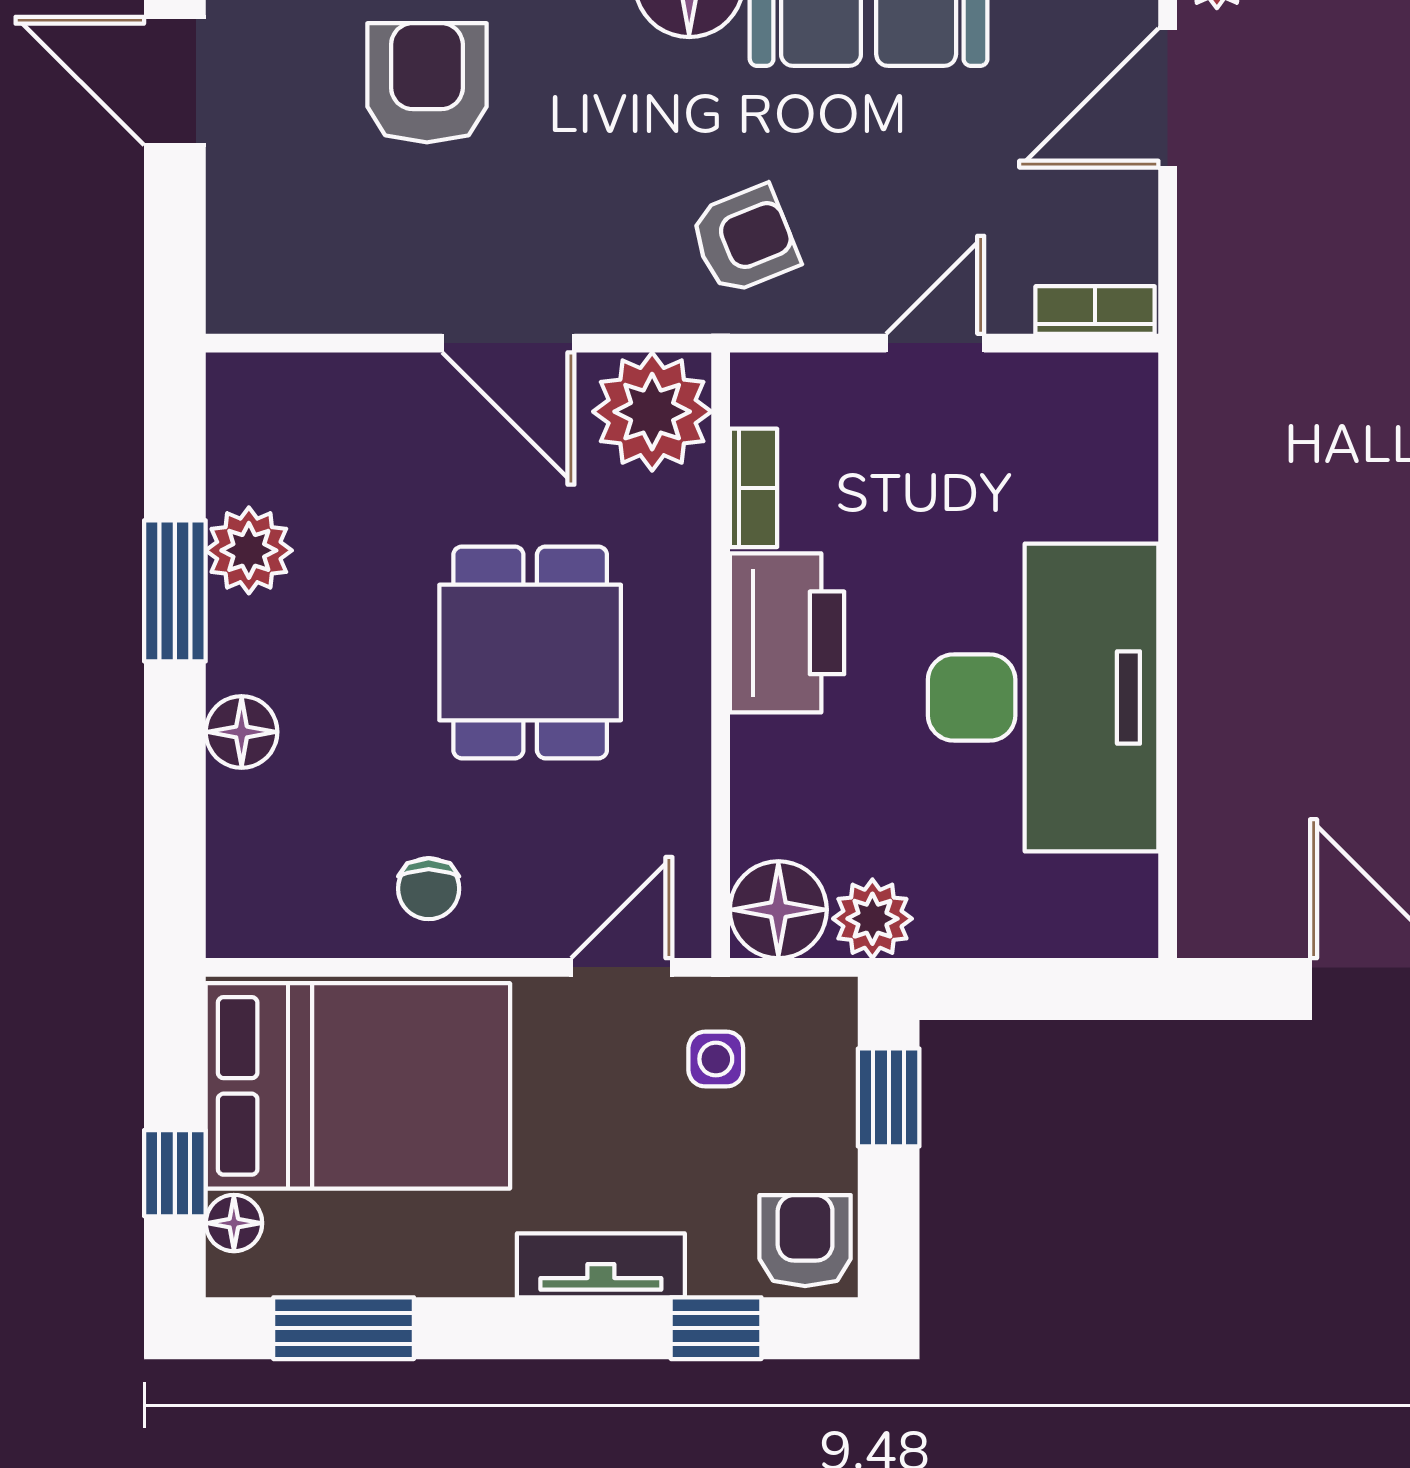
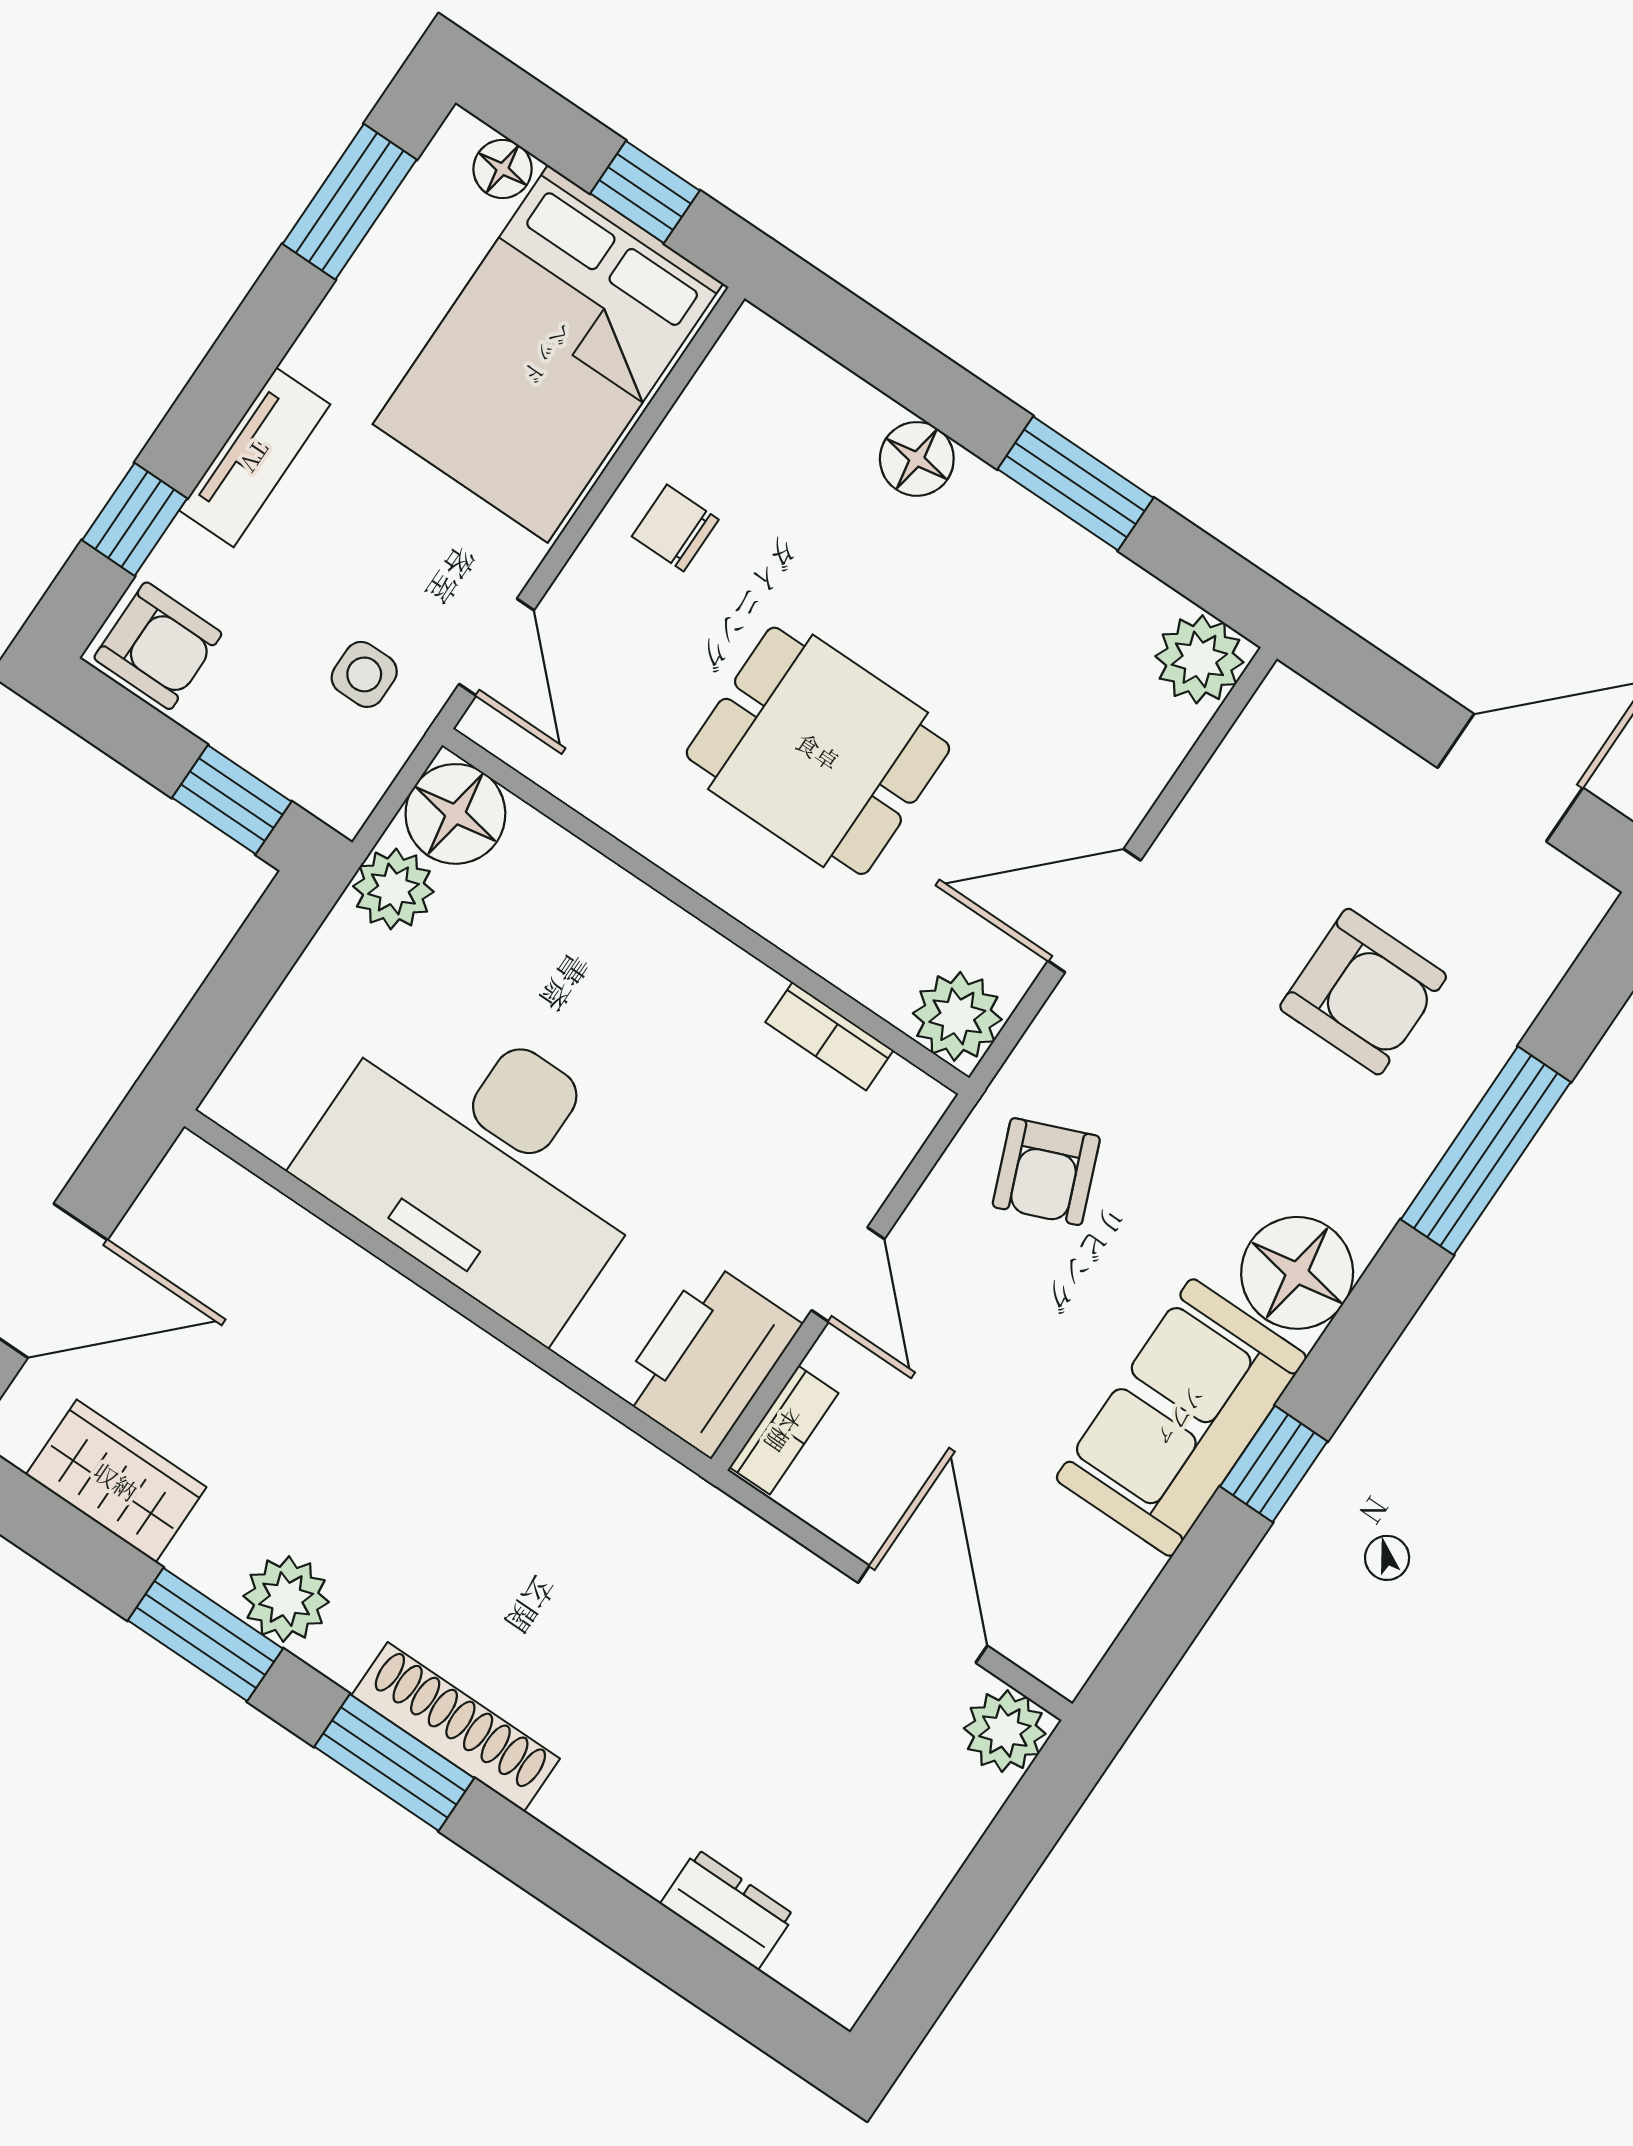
plant: (652, 412) -> (957, 1016), width x0.73, depth x0.73
plant: (249, 550) -> (1199, 659), moved
printer: (787, 633) -> (708, 1359), moved, turned 90
window: (175, 1173) -> (645, 192), moved

